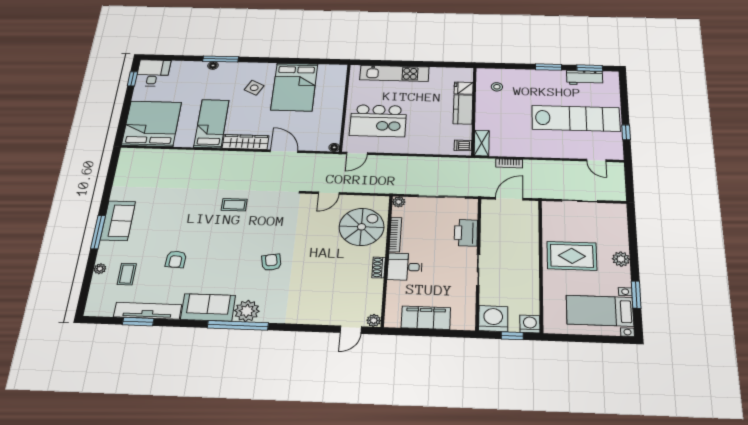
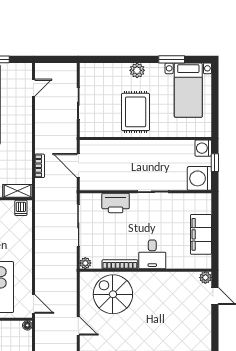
shoe rack: (379, 267) -> (154, 277), removed

